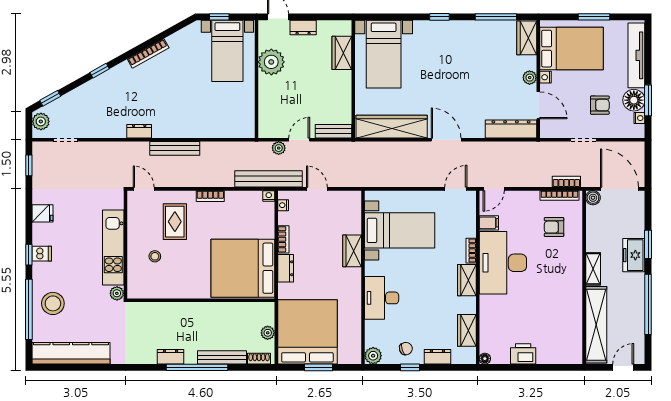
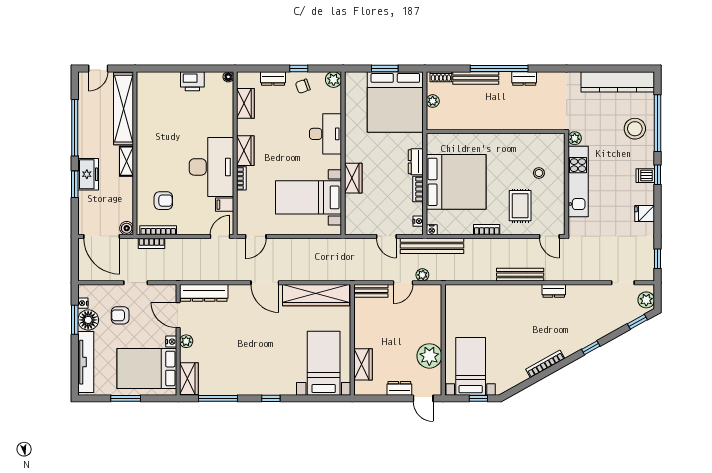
bed: (243, 268) -> (456, 182), moved

